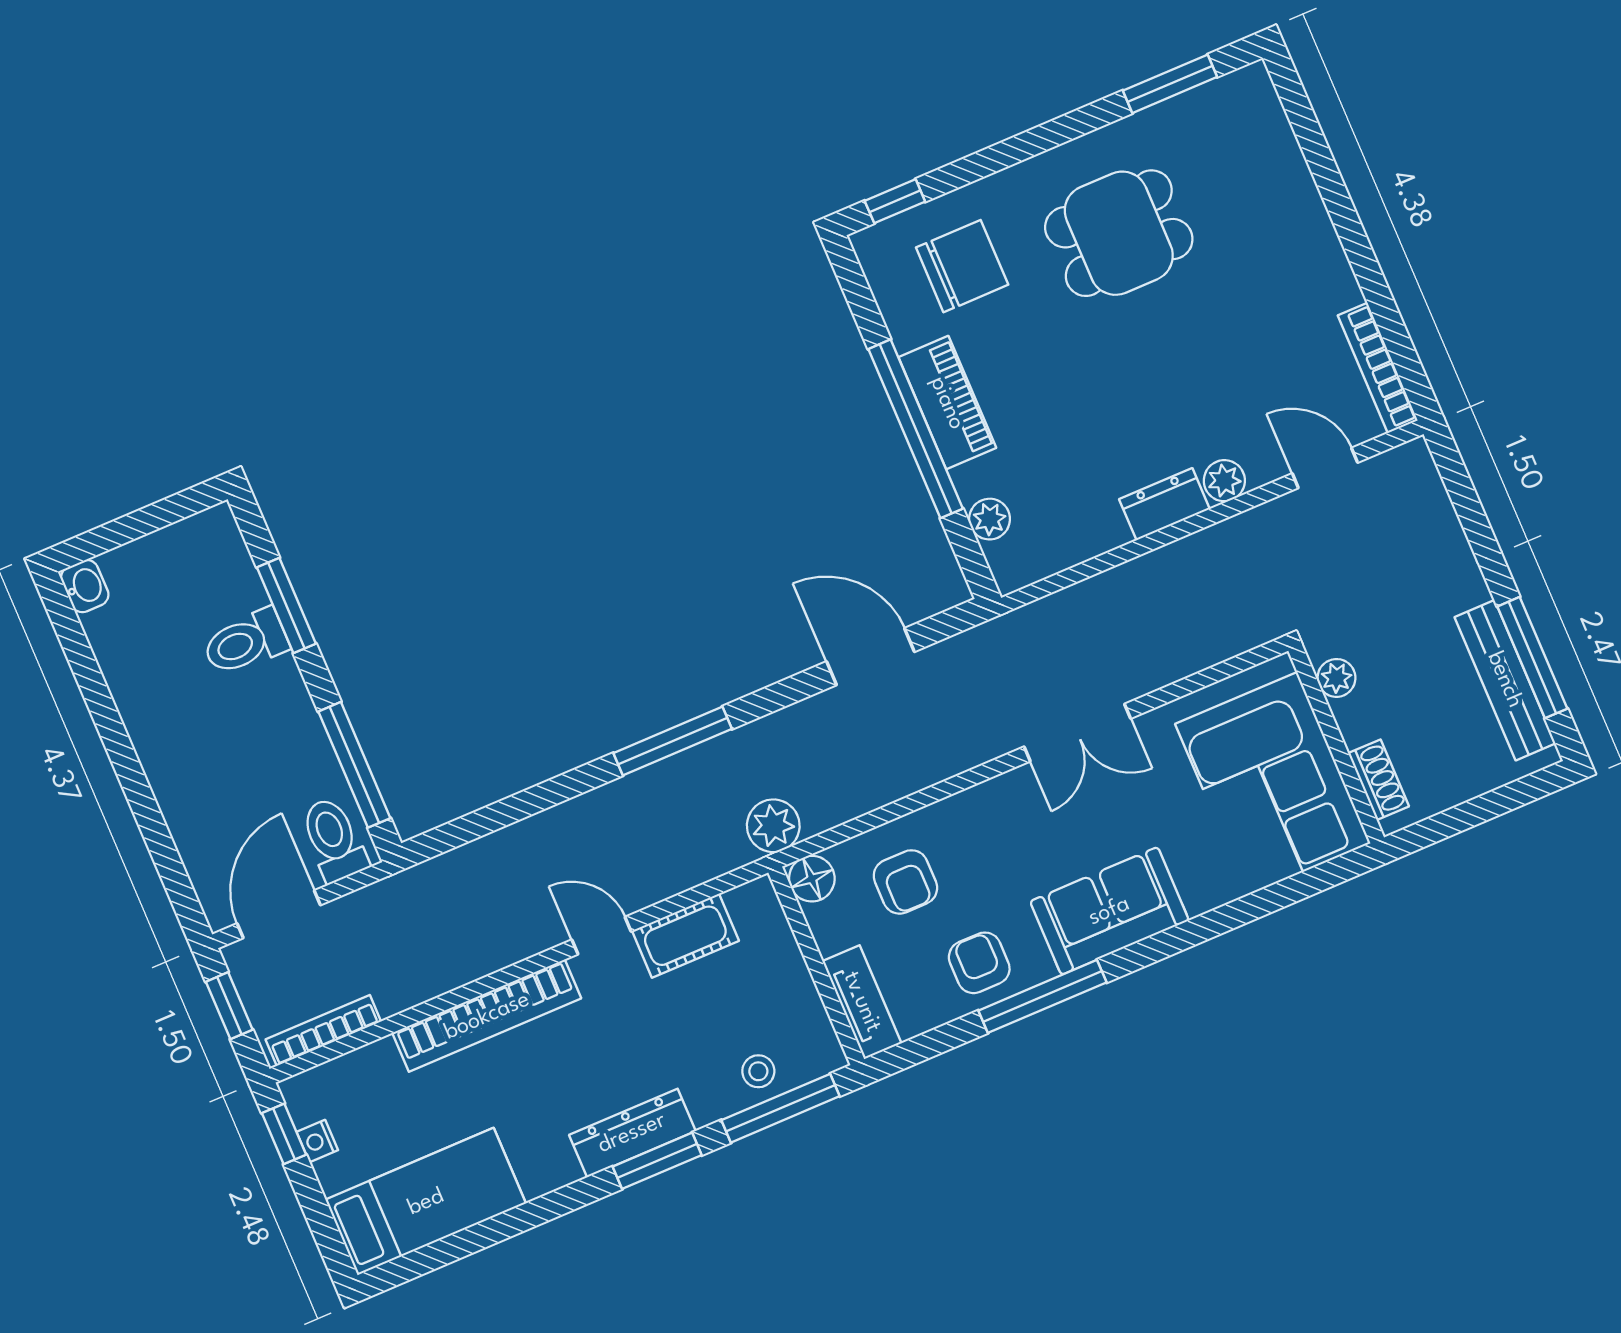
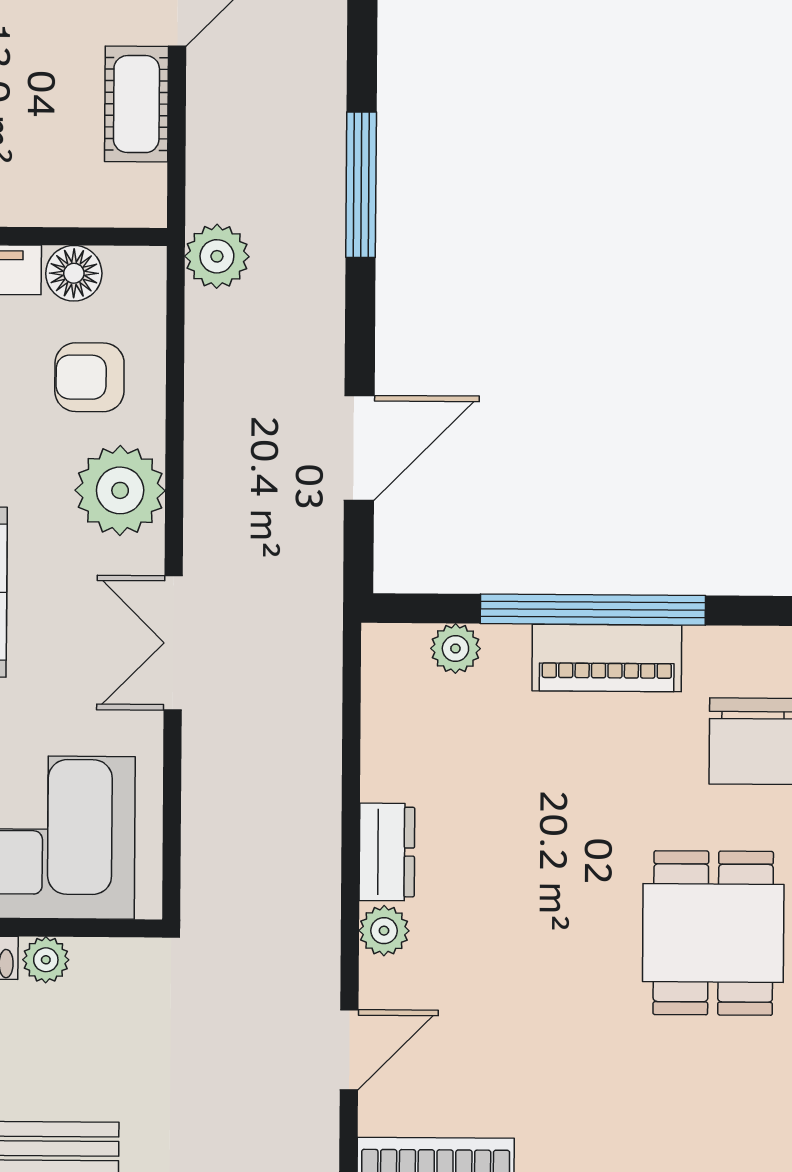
plant: (1336, 678) -> (46, 960), moved
plant: (980, 822) -> (120, 490), added
floor lamp: (812, 879) -> (74, 273), moved

